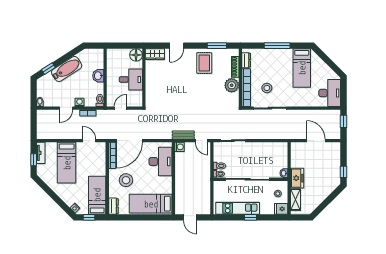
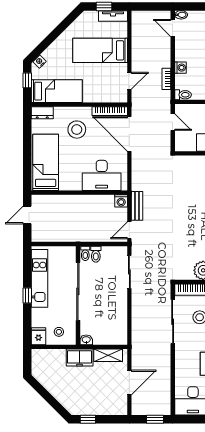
door: (66, 108) -> (173, 28), moved
shelving: (295, 200) -> (108, 355), moved

